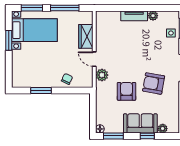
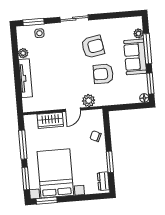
tv unit: (134, 16) -> (25, 78), width x1.41
bed with nightstands: (34, 30) -> (55, 173), width x1.36
window: (9, 40) -> (47, 201), moved
dresser: (23, 83) -> (103, 181), added
armchair: (154, 83) -> (93, 47), turned -110
window: (147, 136) -> (147, 49), width x2.17

